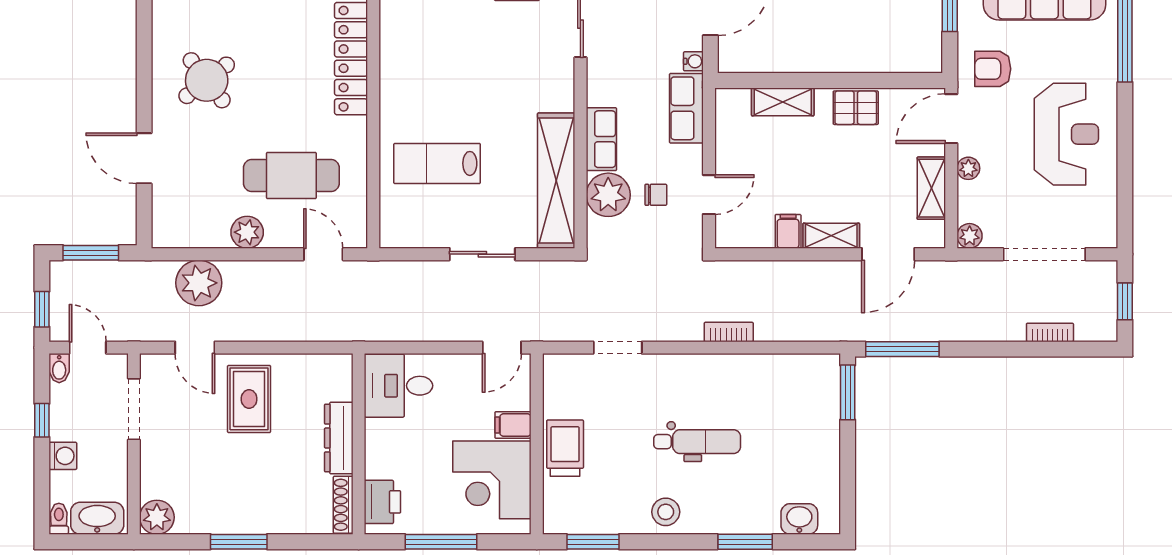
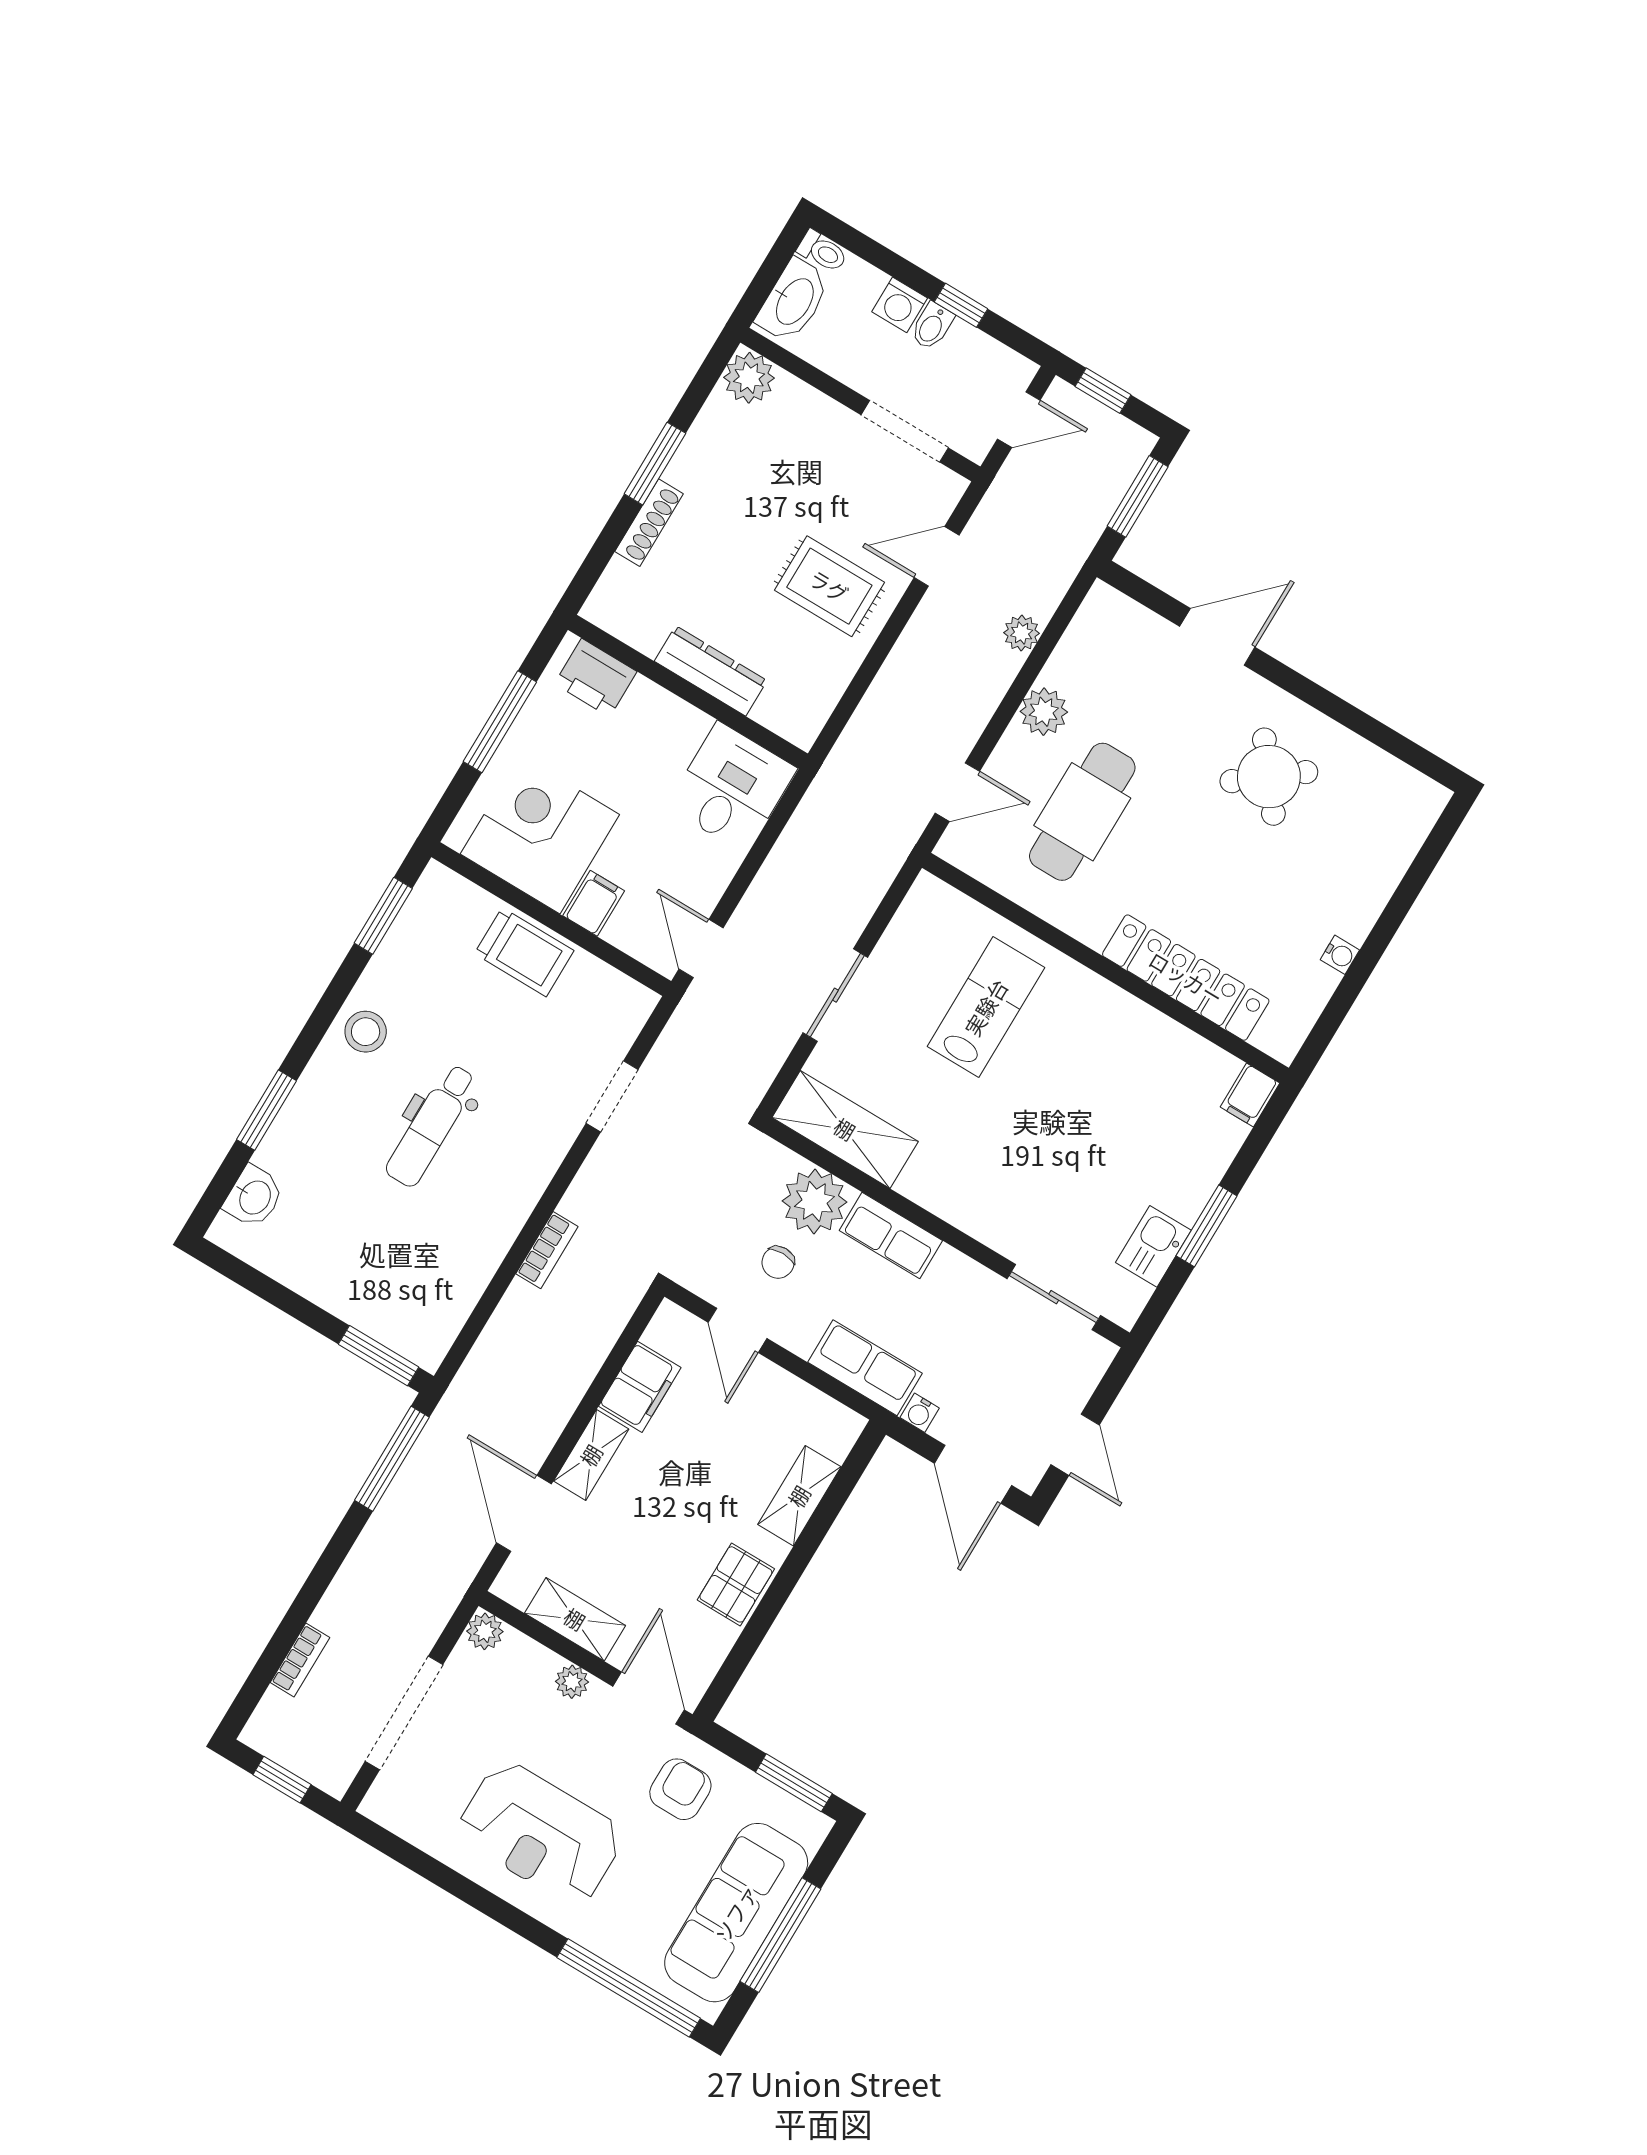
shelving: (556, 181) -> (845, 1129), width x0.68
filing cabinet: (788, 231) -> (640, 1387), width x2.00
plant: (199, 283) -> (1022, 633), width x0.53, depth x0.53
bidet: (59, 368) -> (932, 326), moved, turned -90
shoe rack: (343, 505) -> (649, 523), moved, turned 90

